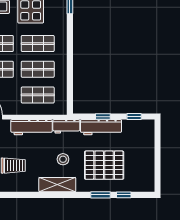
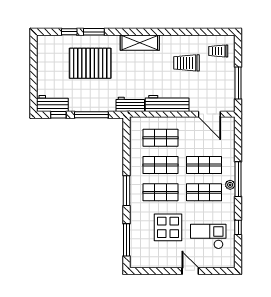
window: (70, 45) -> (126, 191), added
window: (103, 117) -> (91, 115), width x2.17
workbench: (101, 127) -> (52, 104), moved, width x0.73
stool: (63, 159) -> (134, 70), removed

